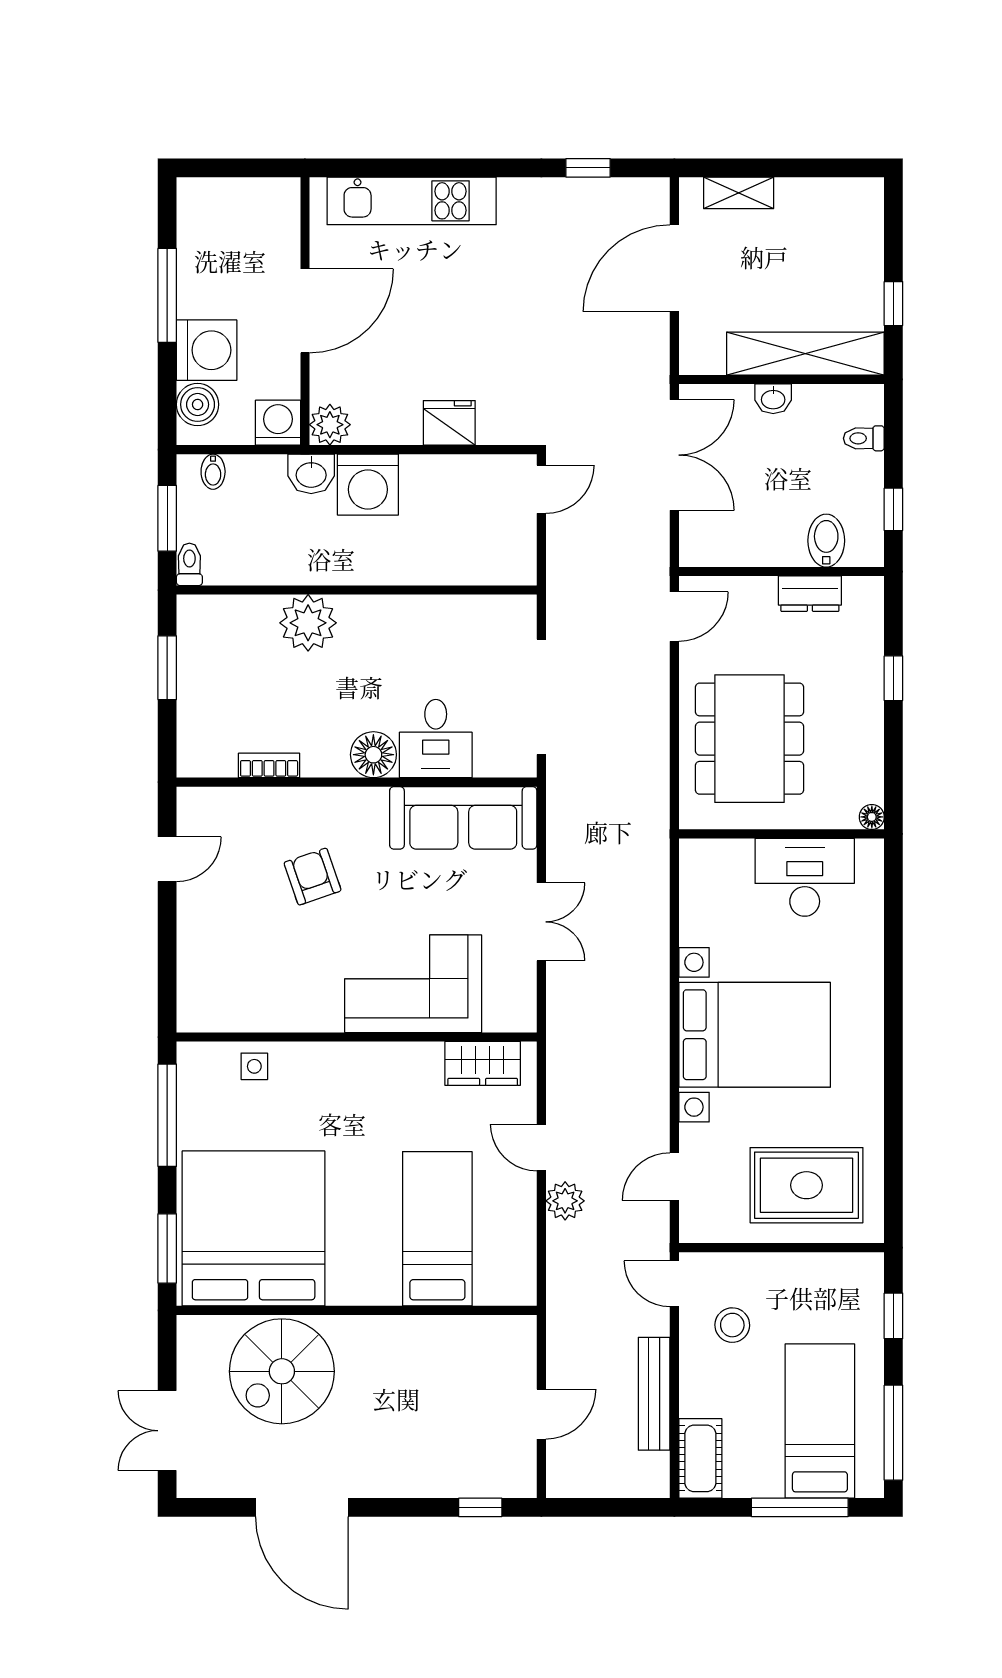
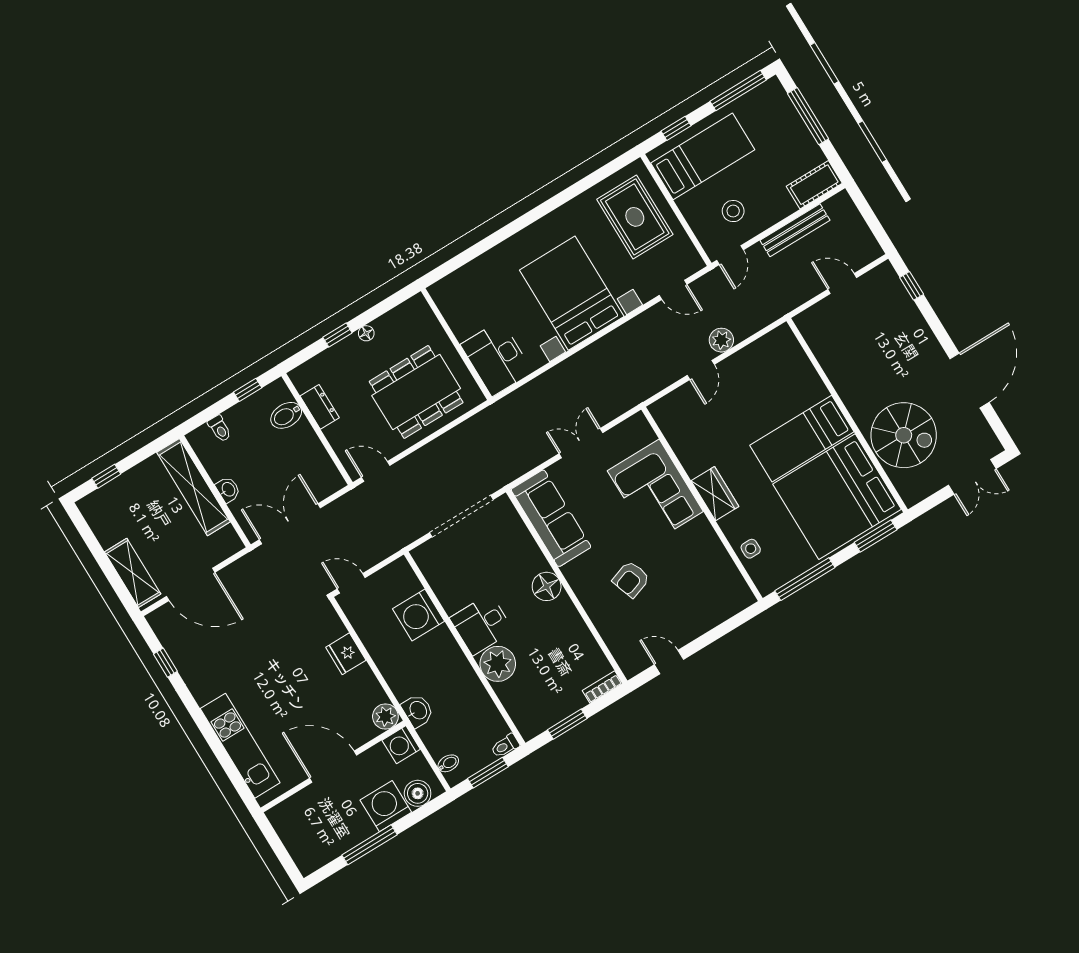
shelving: (739, 193) -> (133, 573), width x1.50, depth x1.33
window: (893, 304) -> (106, 476), moved
washing machine: (368, 485) -> (419, 615), moved, turned 180
desk: (436, 739) -> (482, 624), moved, turned 180
bookcase: (269, 765) -> (602, 687), moved, turned 90
floor lamp: (872, 817) -> (366, 333), moved
desk: (805, 877) -> (497, 358), moved
wardrobe: (483, 1063) -> (715, 494), moved
bed: (437, 1229) -> (802, 439), moved
bed: (820, 1421) -> (703, 156), moved, turned 180

